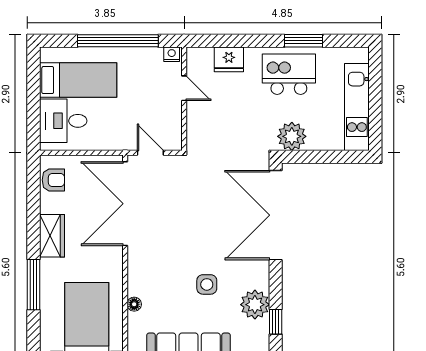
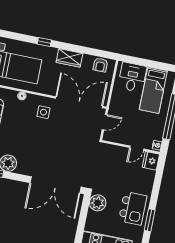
fridge: (229, 59) -> (151, 161), moved
double door: (276, 215) -> (56, 185), swing flipped
side table: (207, 284) -> (43, 112), moved
window: (34, 285) -> (44, 42), width x0.46

